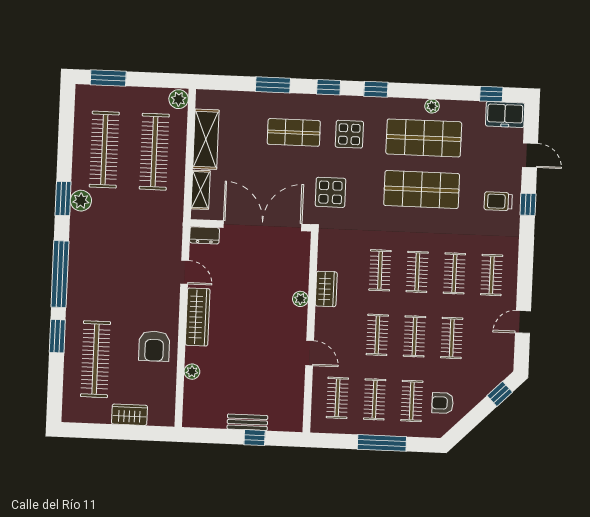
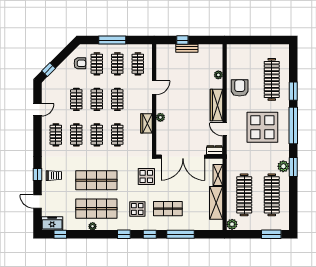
window: (273, 85) -> (181, 234), width x1.44
display table: (116, 273) -> (262, 127), added
door: (310, 353) -> (154, 88), swing flipped
wardrobe: (129, 415) -> (252, 50), removed

